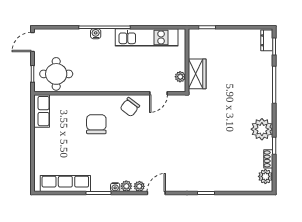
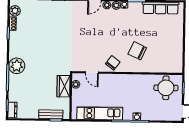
bench: (214, 35) -> (51, 114), added
door: (158, 93) -> (92, 73), swing flipped
row of seats: (42, 111) -> (177, 61), removed
chair: (96, 124) -> (137, 51), turned 115
plant: (262, 129) -> (17, 66), moved

